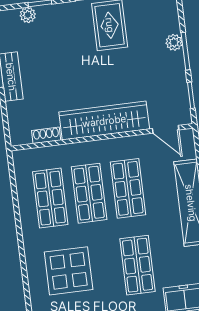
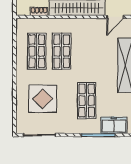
door: (166, 129) -> (115, 17), hinge flipped
shop shelf: (128, 188) -> (87, 51), removed

